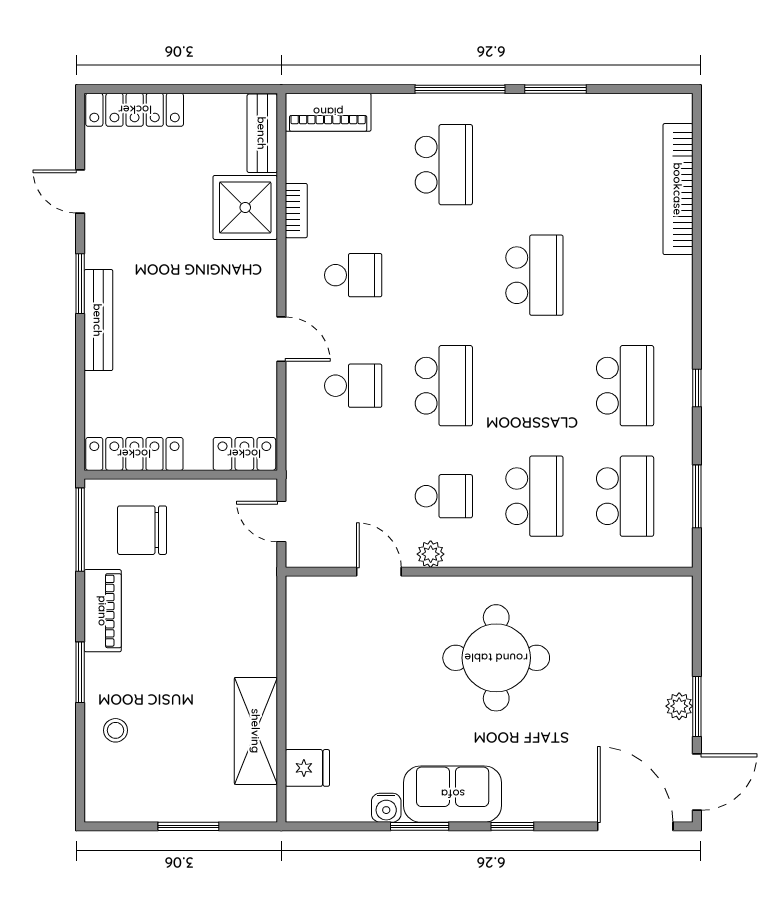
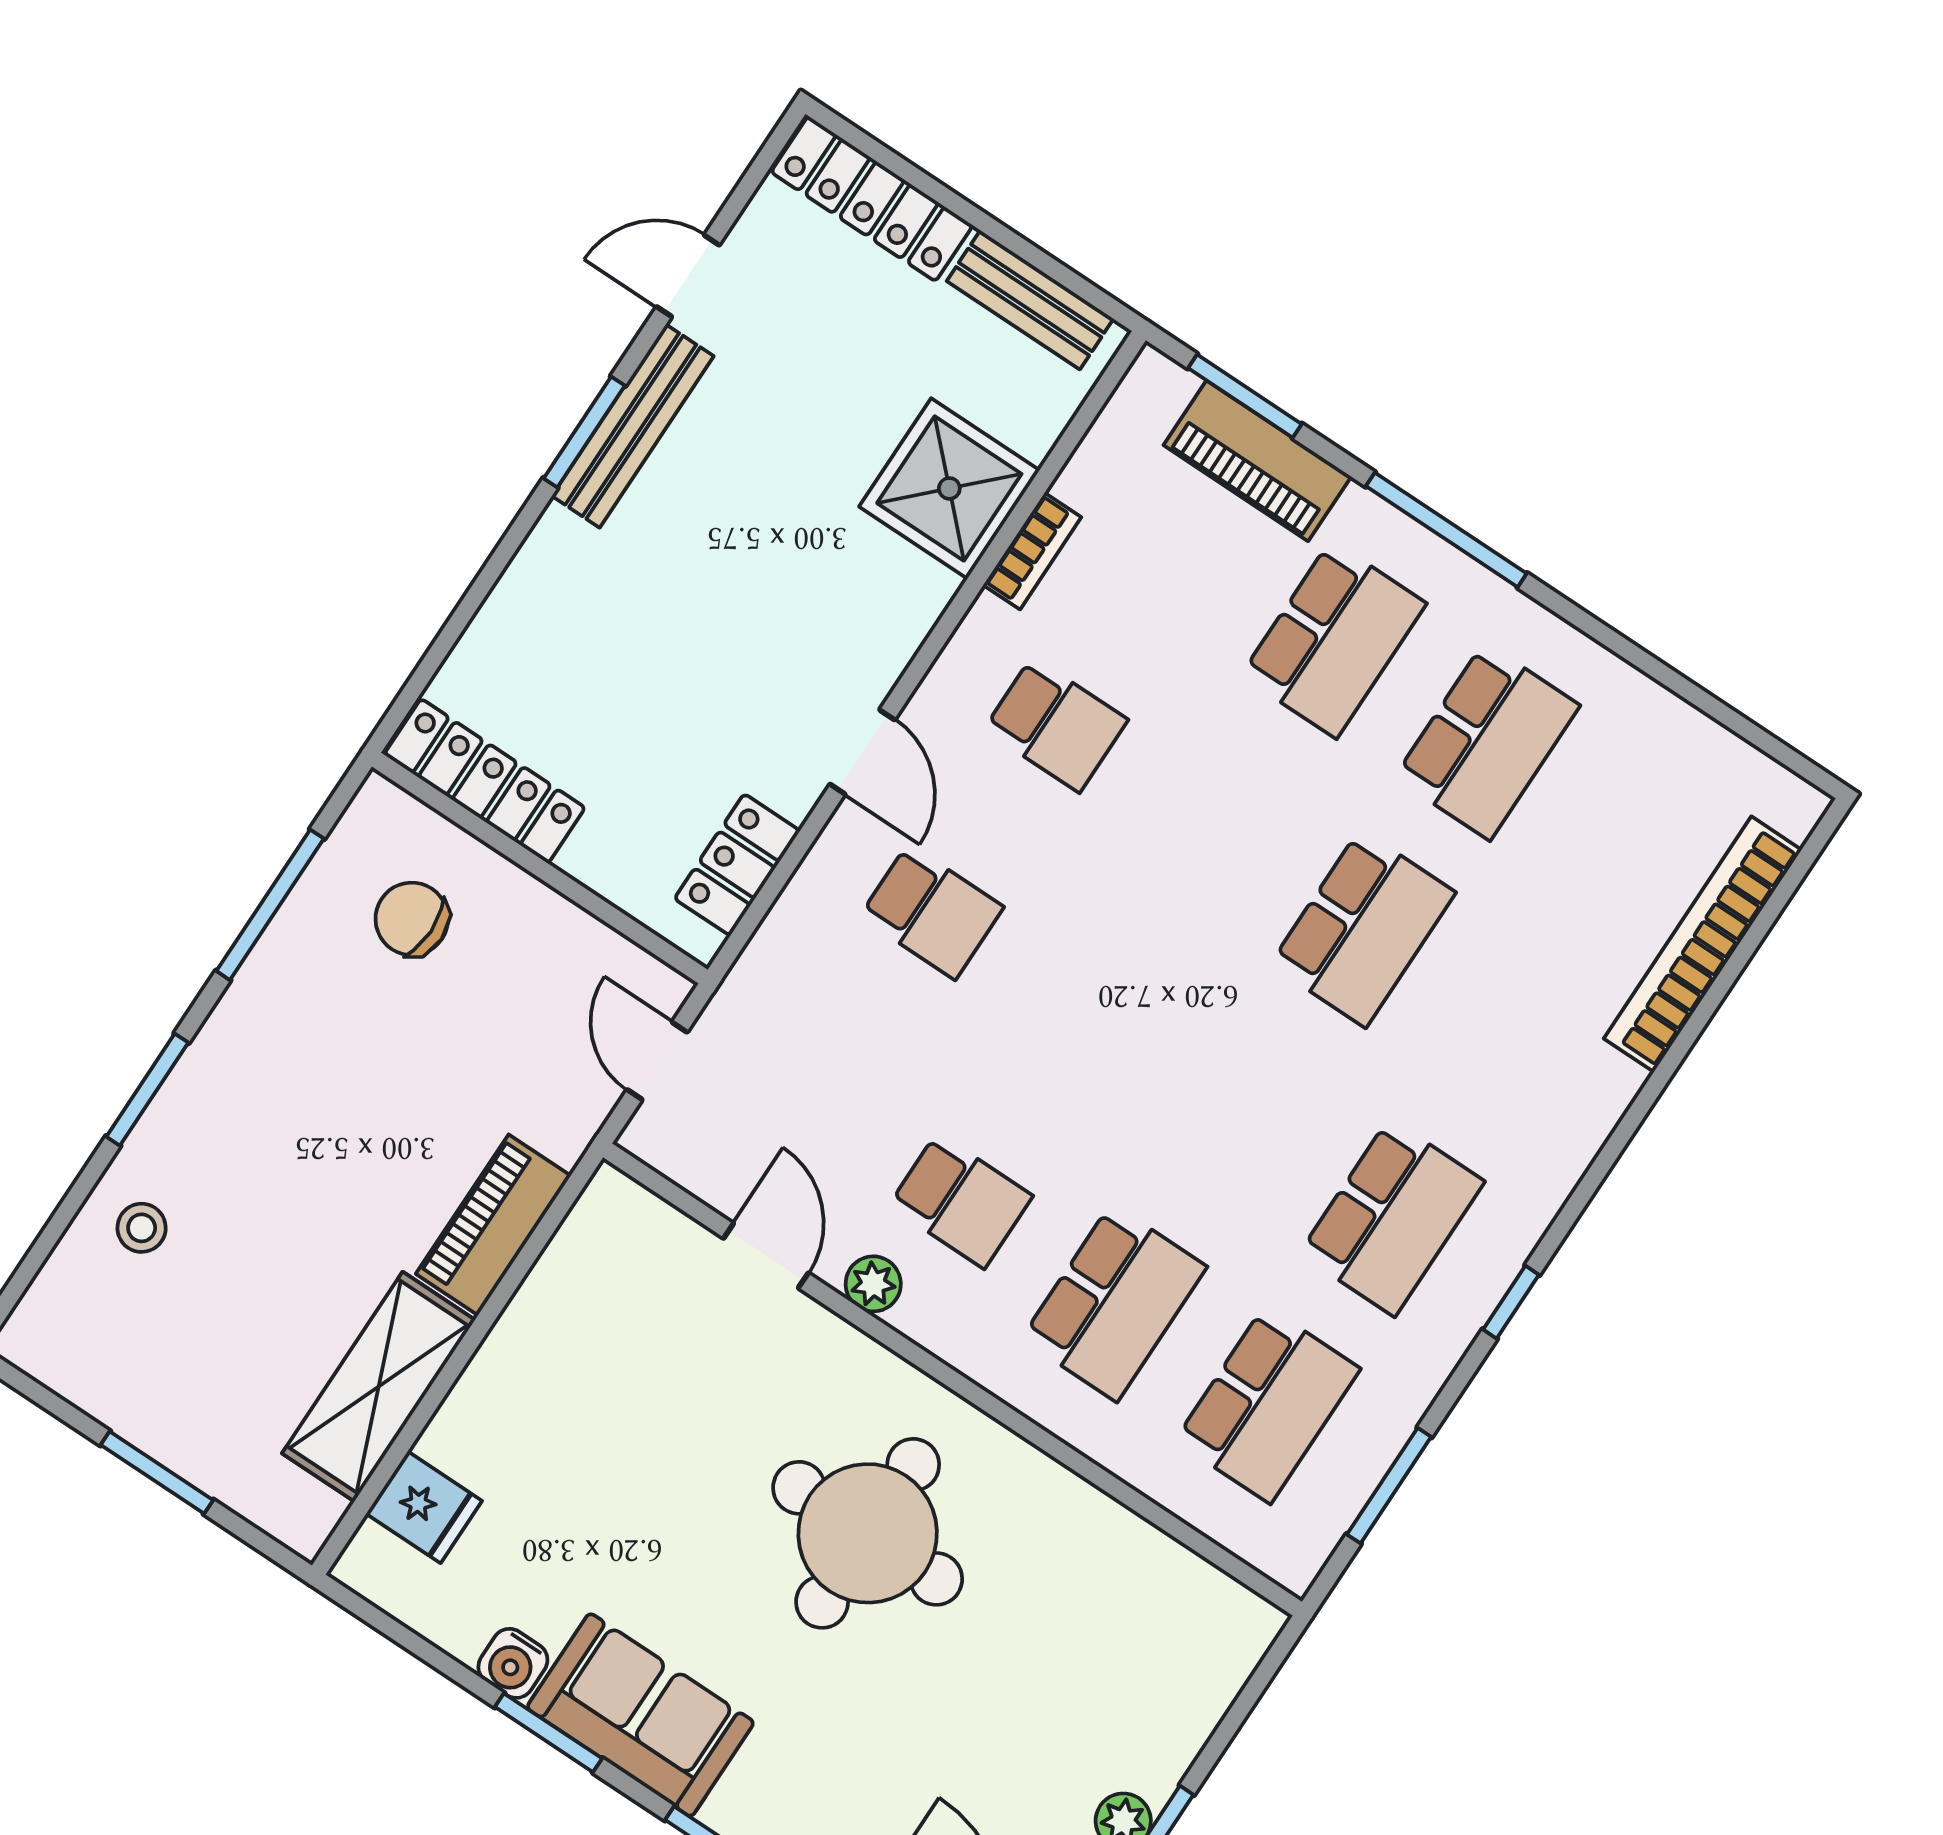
window: (556, 89) -> (1245, 396), moved
piano: (328, 112) -> (1257, 461), moved
bench: (262, 133) -> (1030, 300), moved, turned 90
door: (80, 191) -> (688, 276), hinge flipped
bench: (98, 320) -> (633, 426), moved
school desk: (444, 386) -> (1487, 741), moved
locker: (244, 454) -> (737, 865), moved, turned -90
window: (80, 530) -> (270, 905), moved
chair: (142, 530) -> (412, 919), width x0.73, depth x0.73
piano: (103, 611) -> (493, 1225), moved, turned 180

